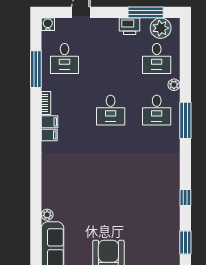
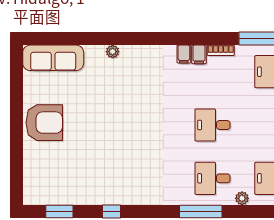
plant: (47, 215) -> (113, 52), moved

